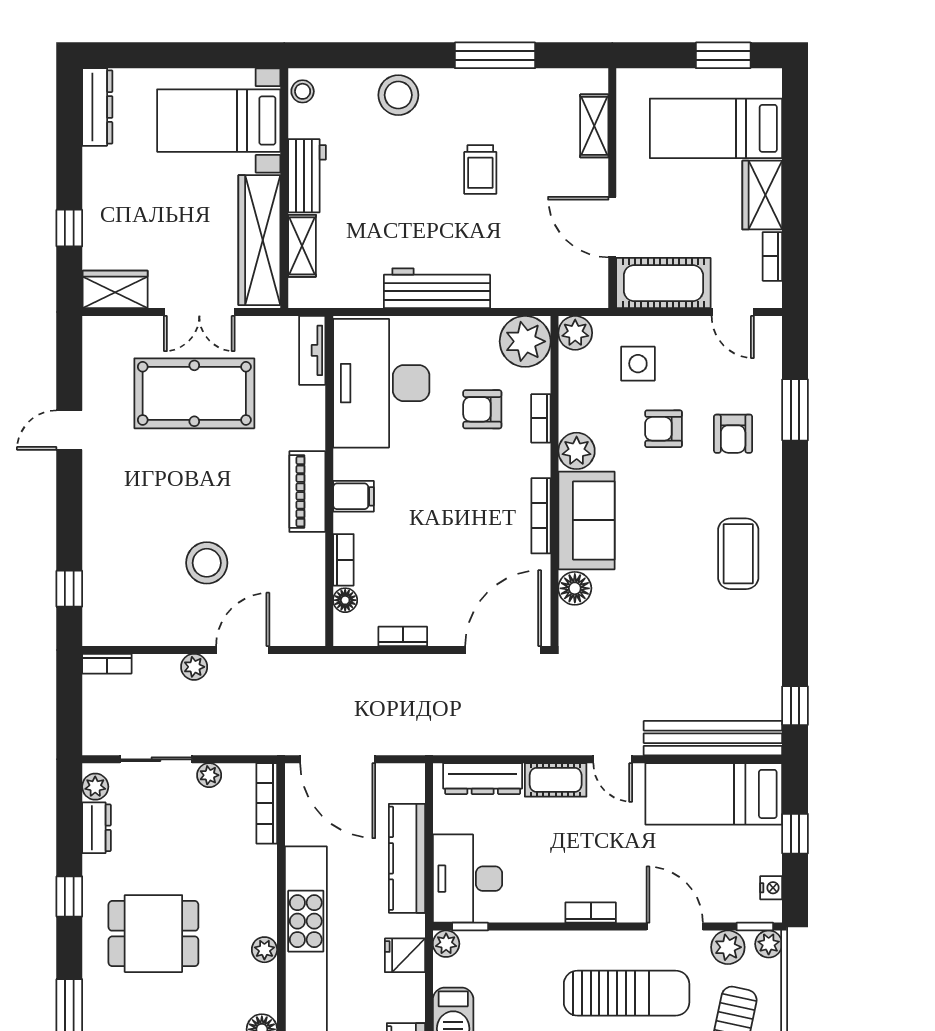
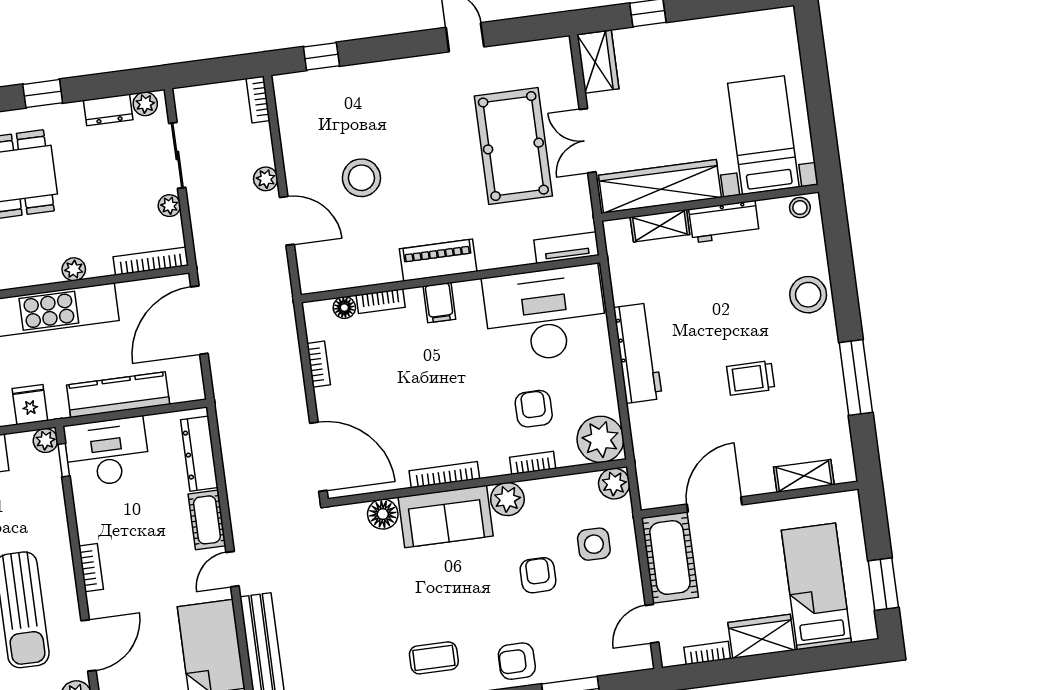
dresser: (97, 107) -> (761, 24), removed
armchair: (733, 434) -> (517, 661), moved
coffee table: (738, 554) -> (434, 658), width x0.73, depth x0.77
plant: (264, 950) -> (74, 269), moved

